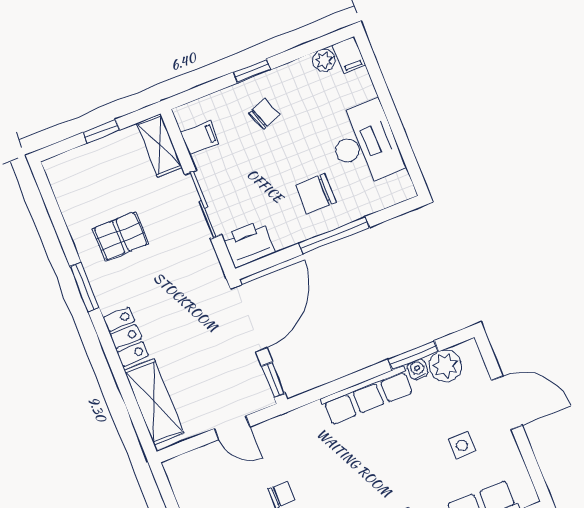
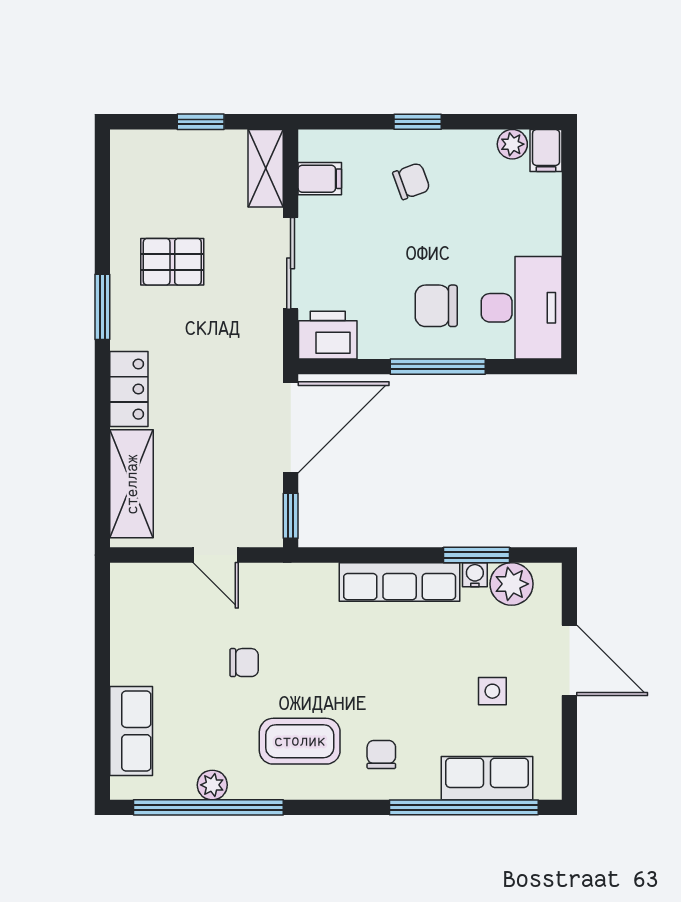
desk: (365, 143) -> (522, 308), moved

